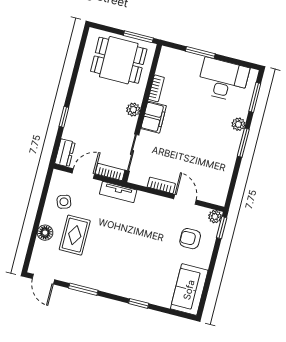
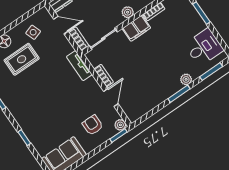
desk: (223, 80) -> (204, 47), width x0.73
tv unit: (118, 192) -> (79, 66), moved

